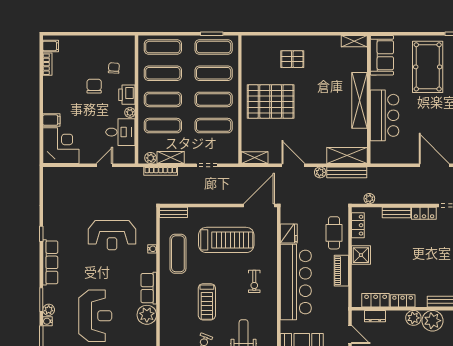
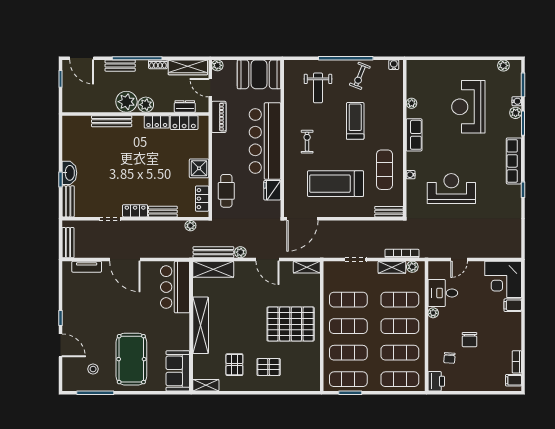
pallet: (326, 61) -> (234, 365), added
printer: (127, 95) -> (436, 381), moved
bar counter: (385, 115) -> (175, 287), moved
piano: (341, 271) -> (219, 117), moved
plant: (147, 315) -> (412, 103), width x0.53, depth x0.53

